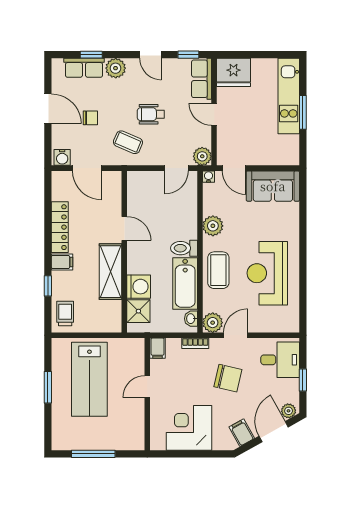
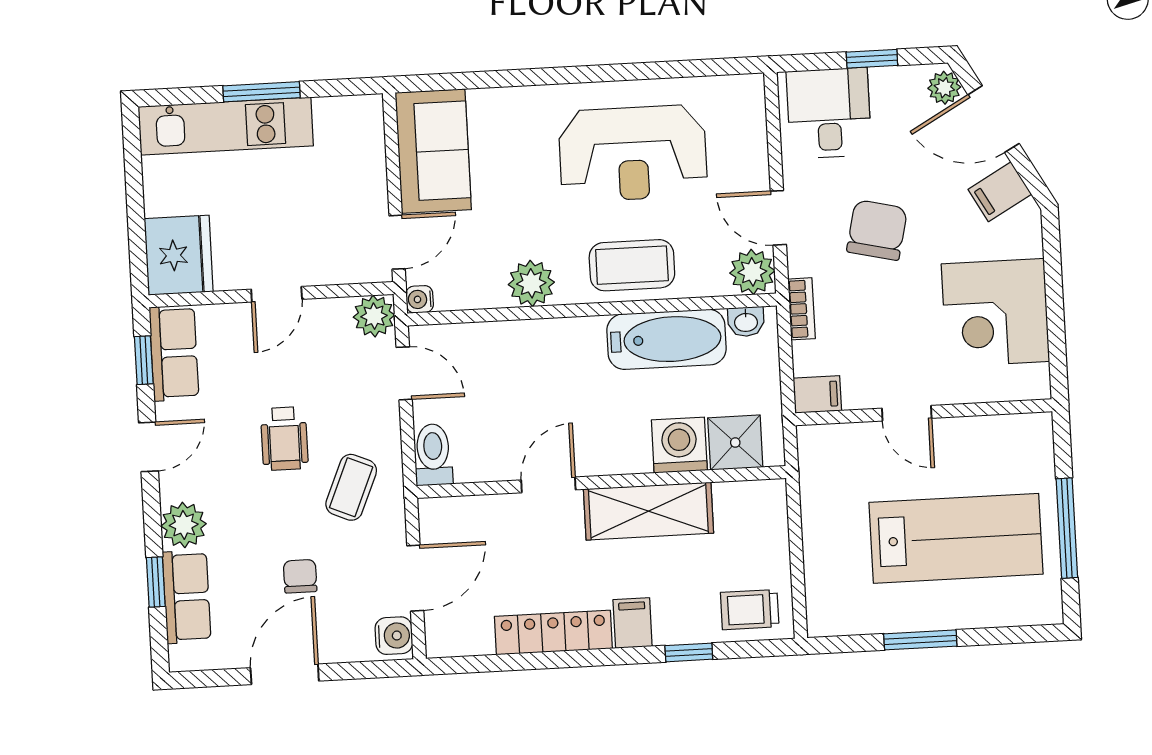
row of seats: (202, 79) -> (174, 353), moved, turned -90
toilet: (184, 248) -> (433, 455), moved, turned 180
lab bench: (89, 379) -> (956, 538), moved

